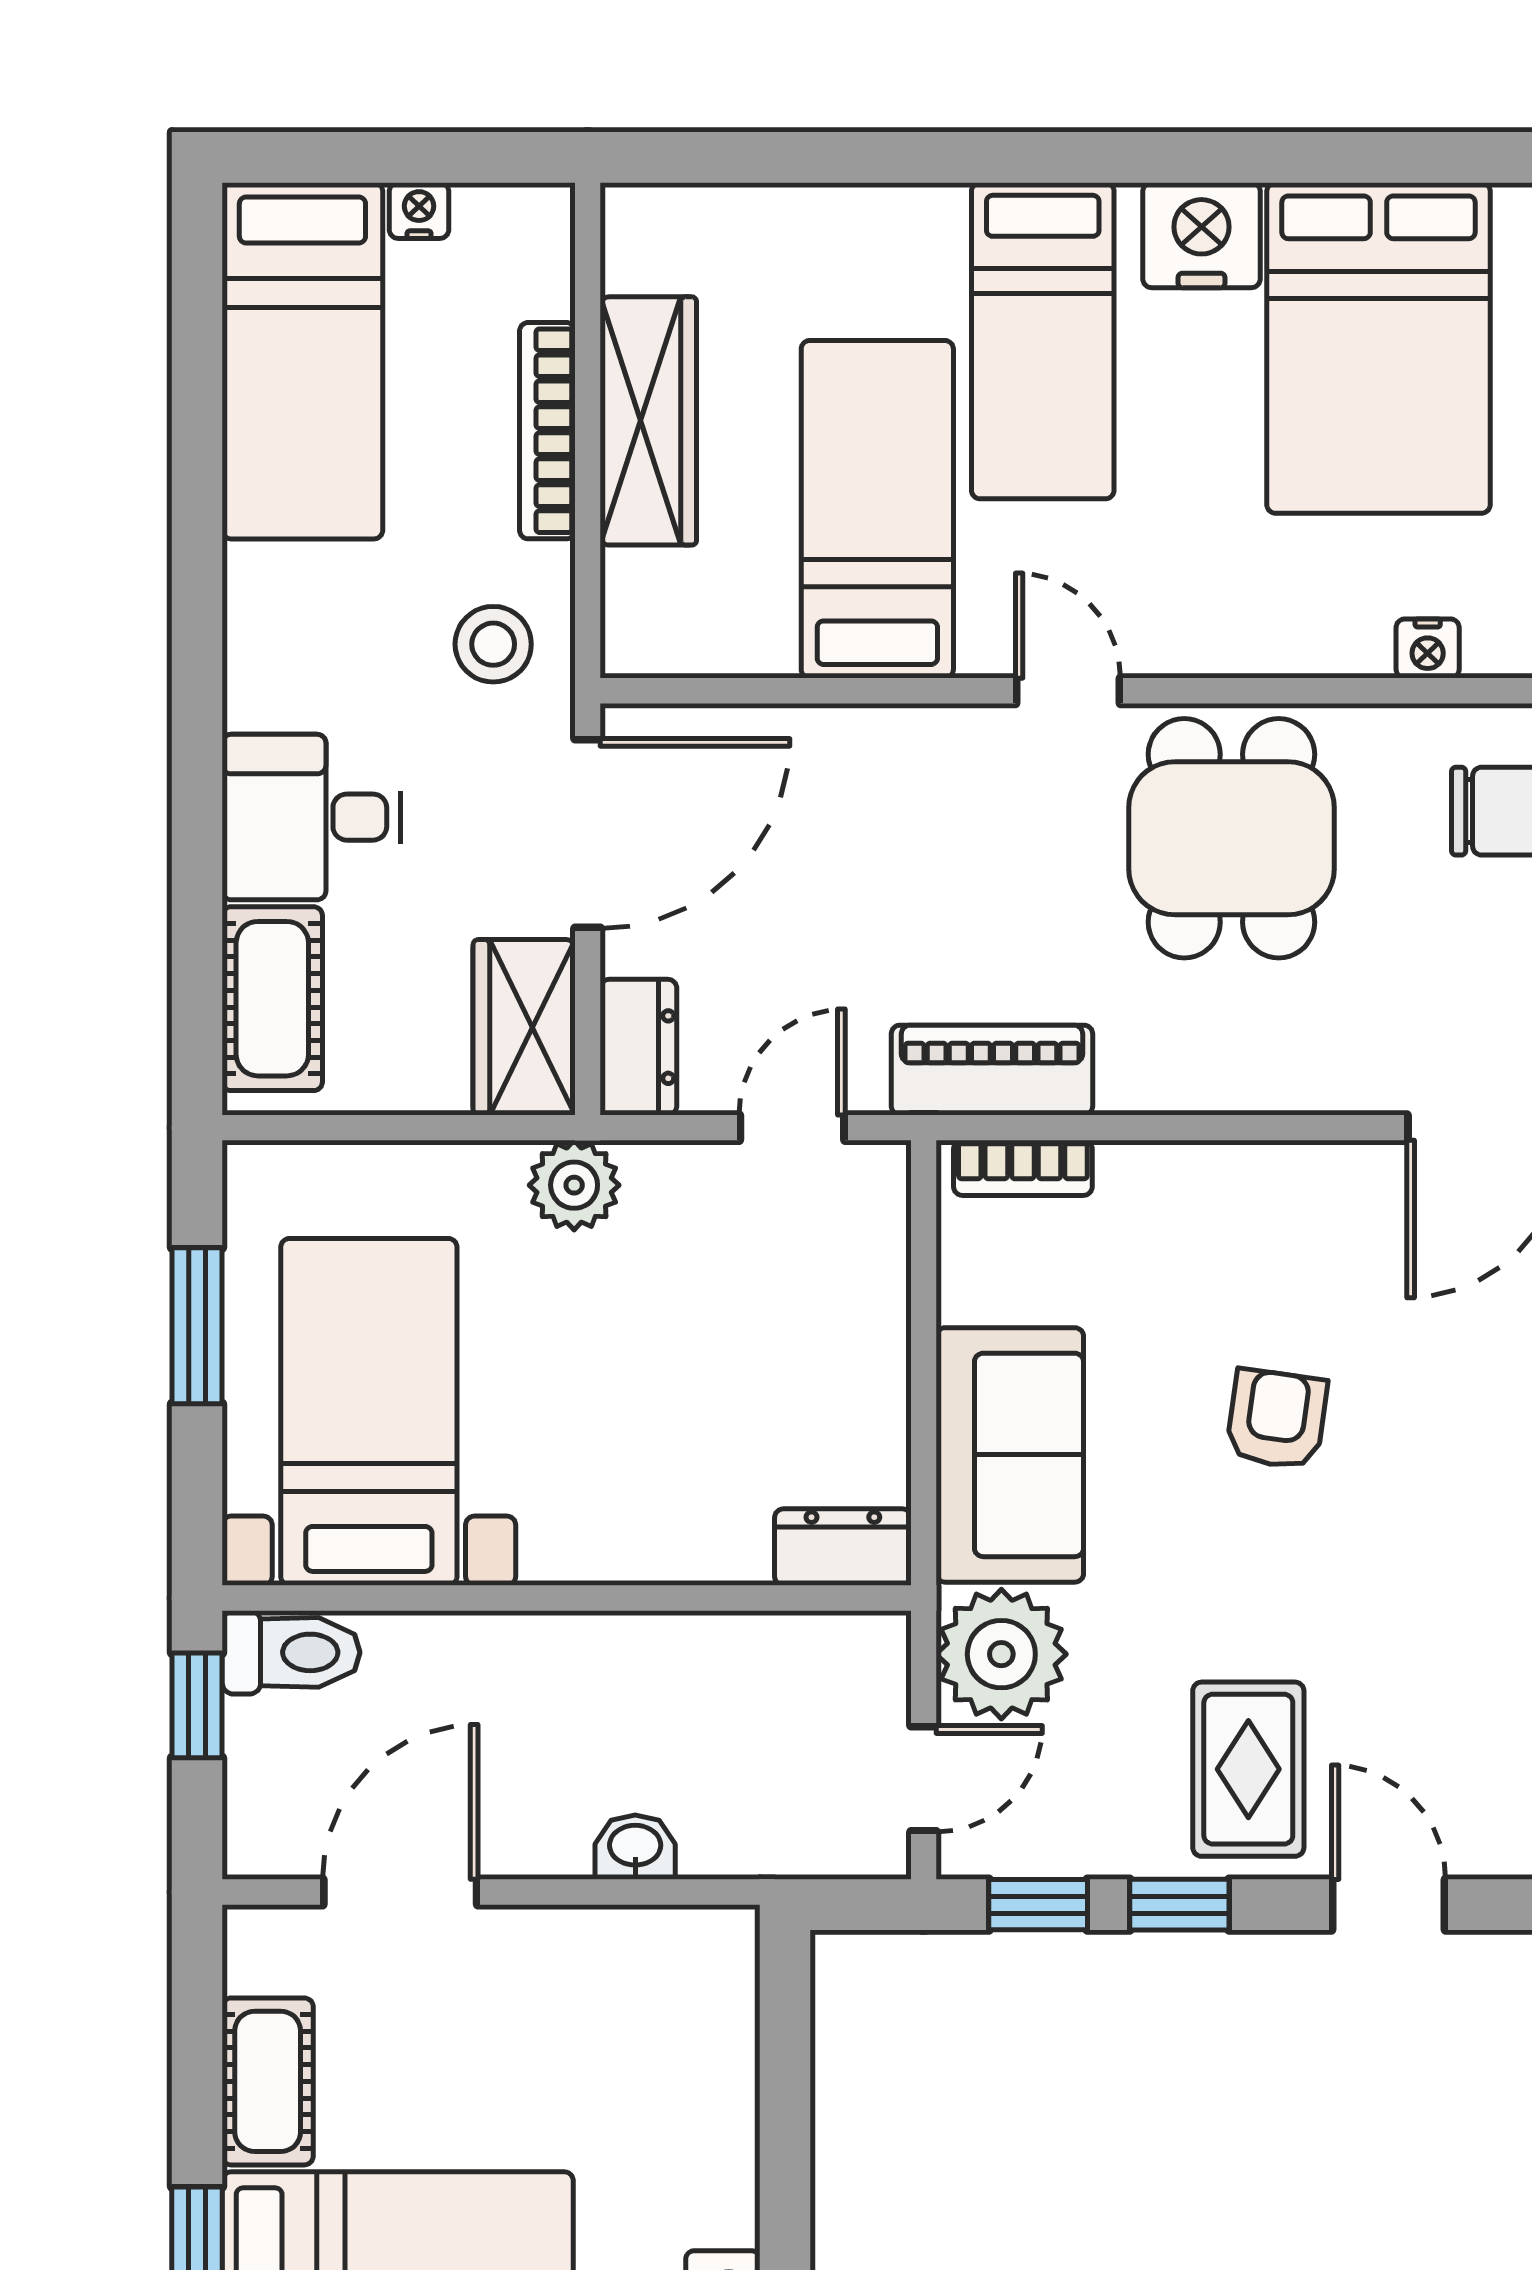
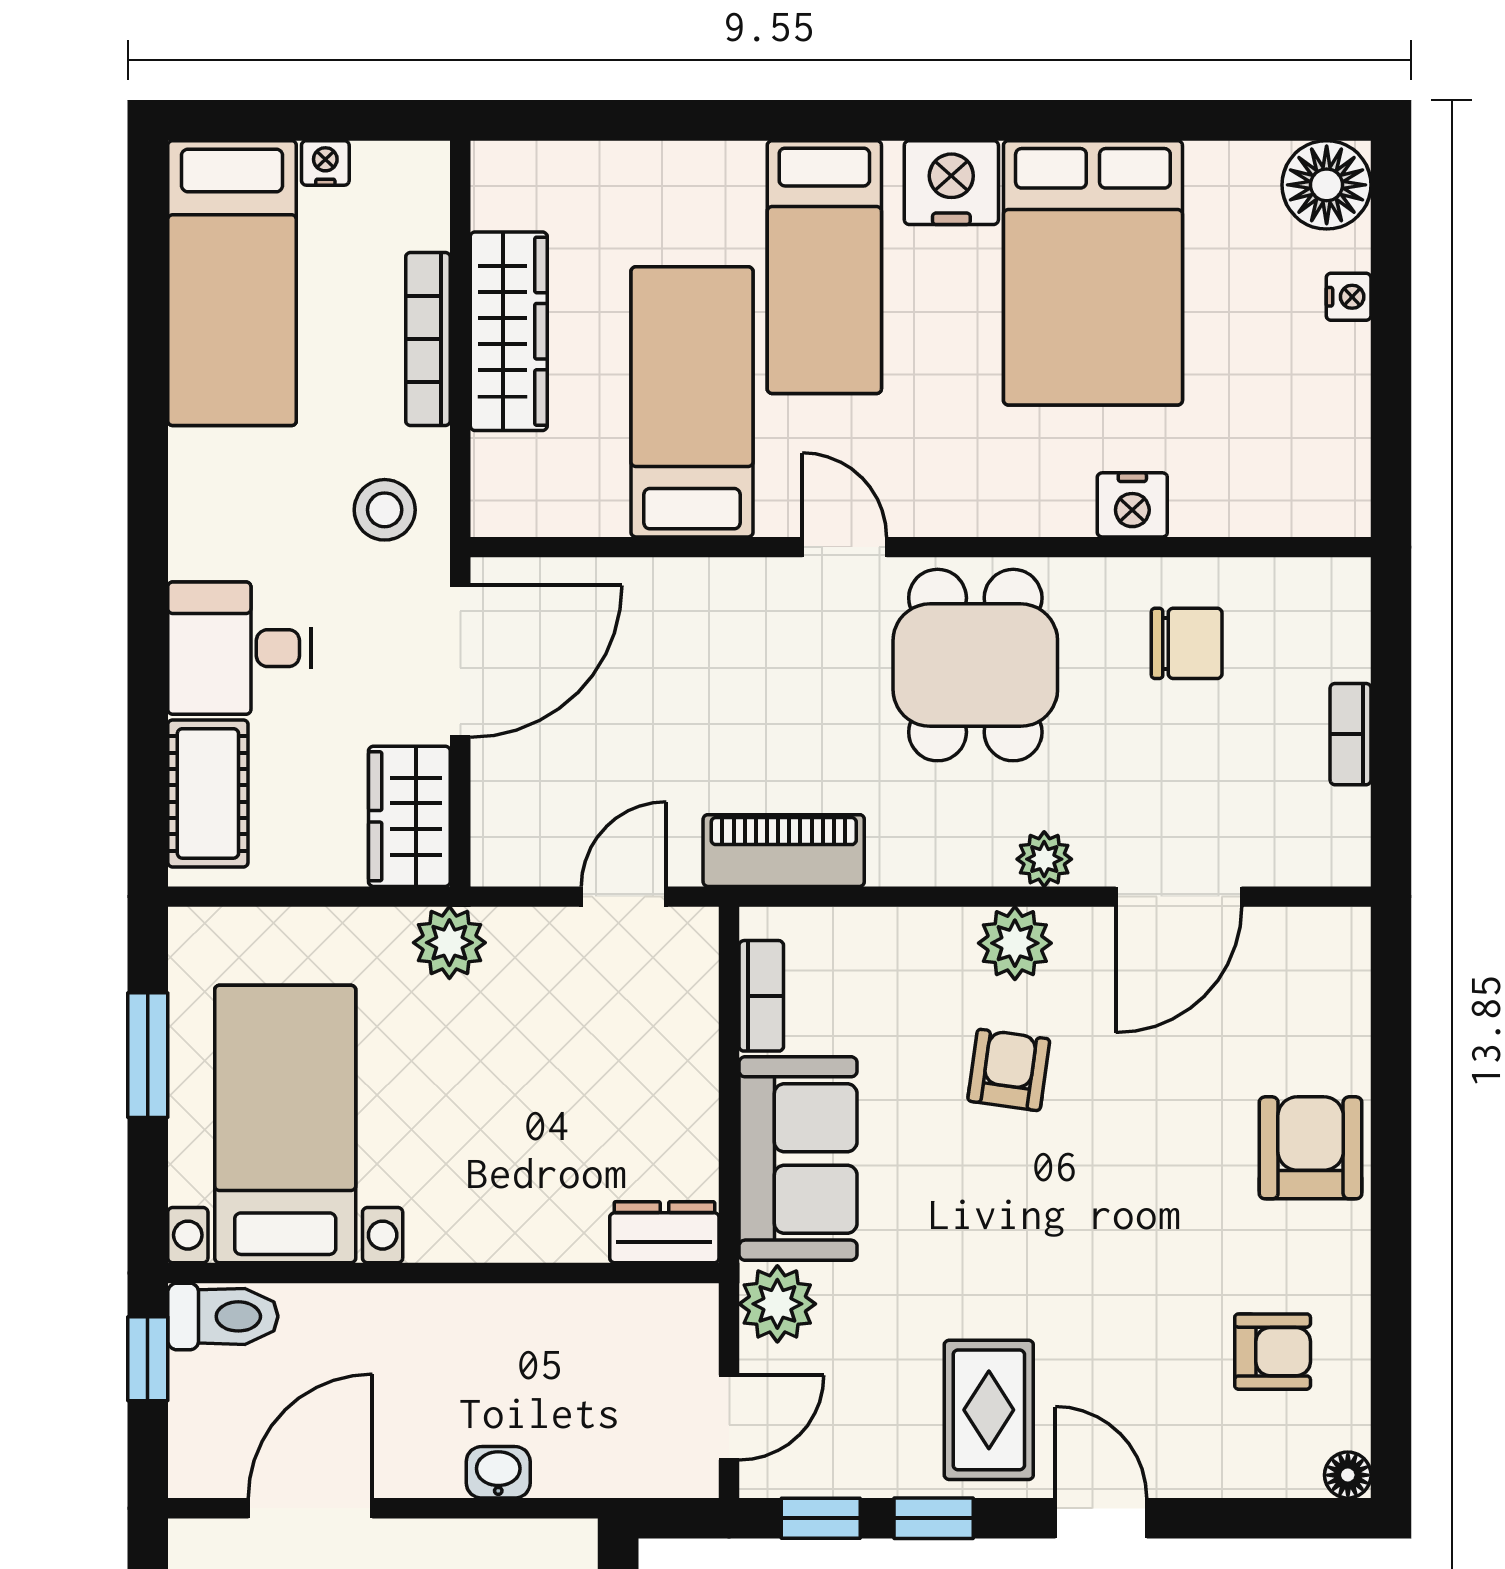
nightstand: (1428, 648) -> (1132, 505), width x1.39, depth x1.35
dresser: (638, 1047) -> (501, 832), removed
plant: (1318, 1081) -> (1044, 859), added
bookcase: (1023, 1168) -> (761, 996), moved, turned -90
plant: (1281, 1186) -> (1015, 943), added
armchair: (1277, 1419) -> (1009, 1070), moved
plant: (1001, 1654) -> (777, 1304), width x0.73, depth x0.73

